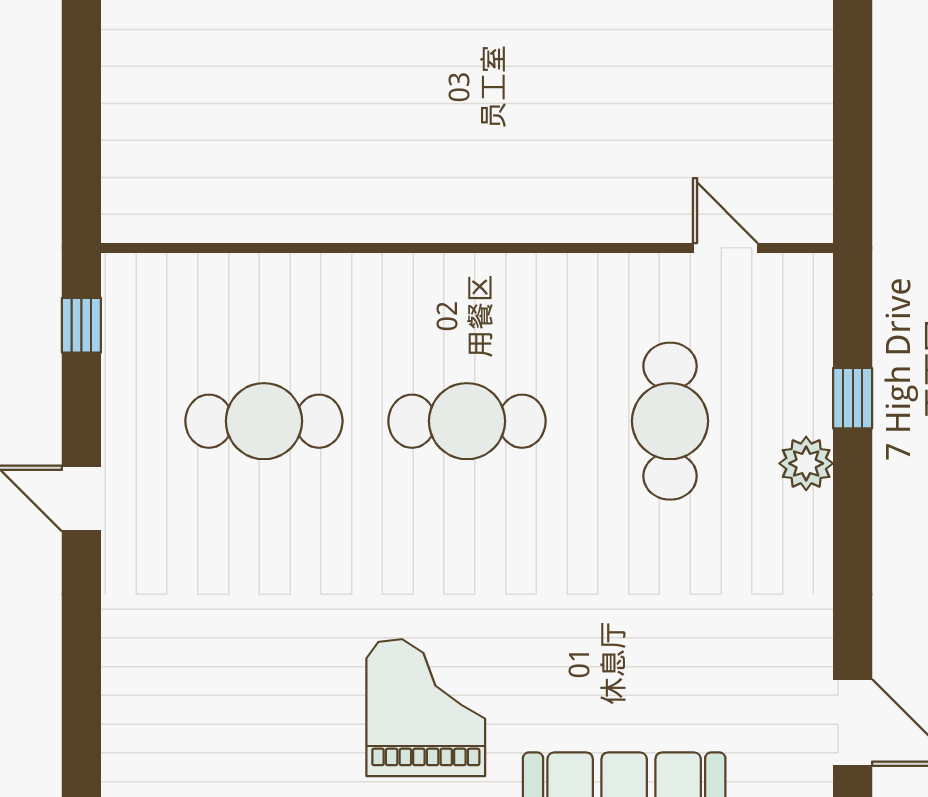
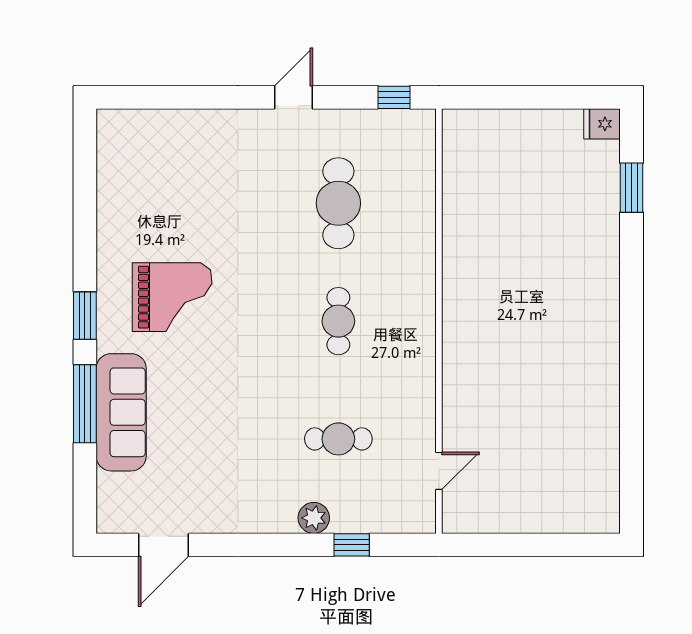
cafe table: (467, 421) -> (338, 321), width x0.73, depth x0.74
cafe table: (670, 421) -> (338, 439), width x0.73, depth x0.74

